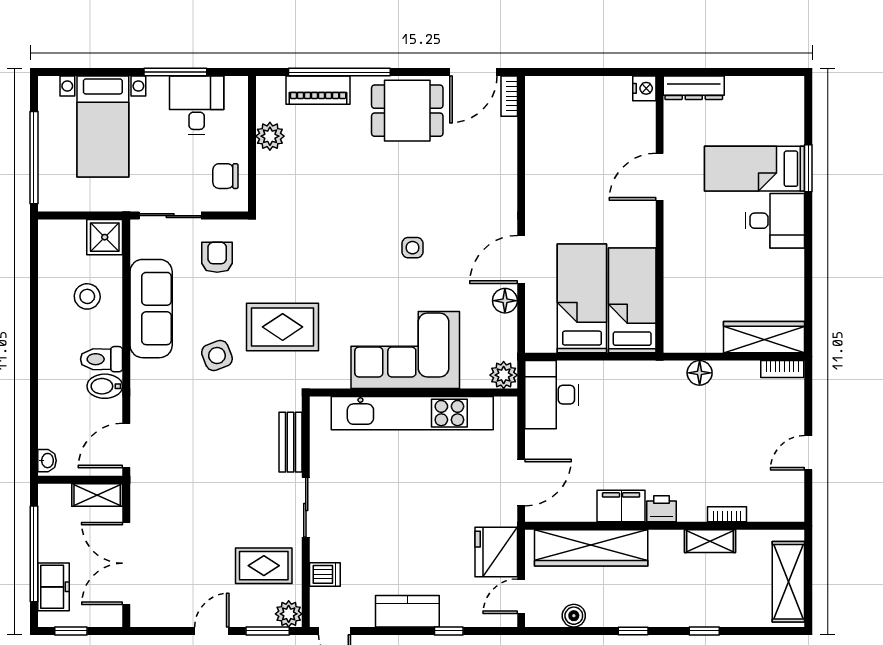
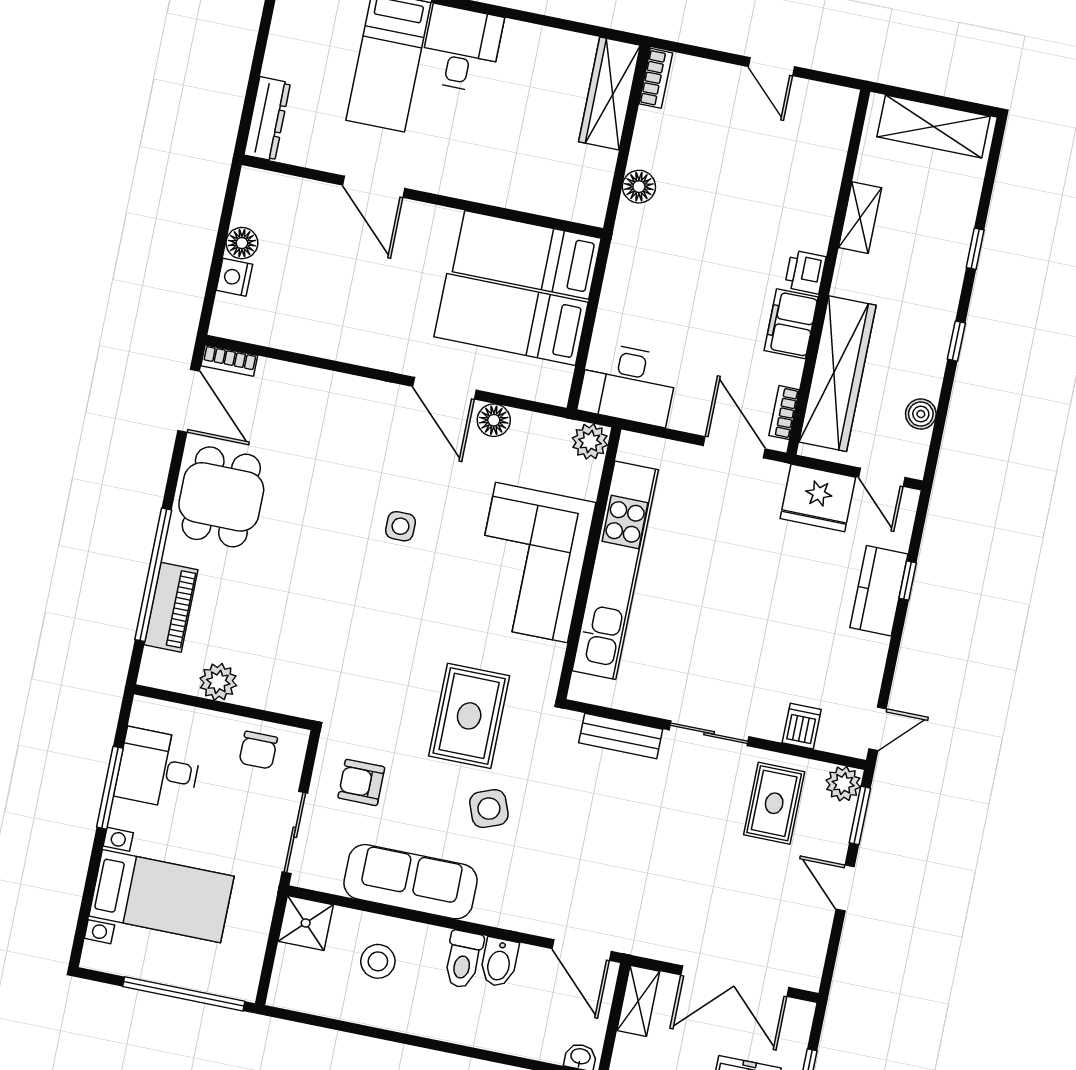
floor lamp: (598, 88) -> (242, 243), added
nightstand: (644, 88) -> (234, 277), moved, turned -90
bookcase: (727, 514) -> (784, 413), moved
kitchen counter: (407, 611) -> (879, 591), moved

